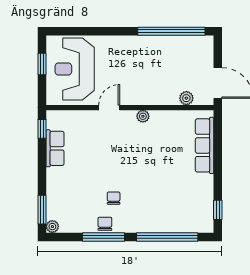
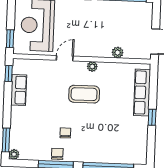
window: (42, 64) -> (10, 39), moved
plant: (186, 98) -> (118, 53), moved
coffee table: (134, 150) -> (84, 94), added
window: (218, 210) -> (152, 117), moved

